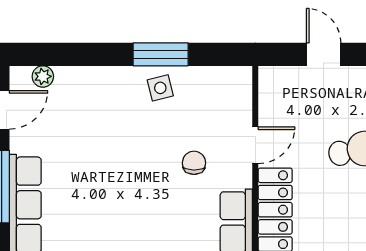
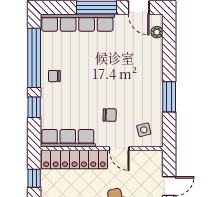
side table: (160, 88) -> (144, 130), moved

